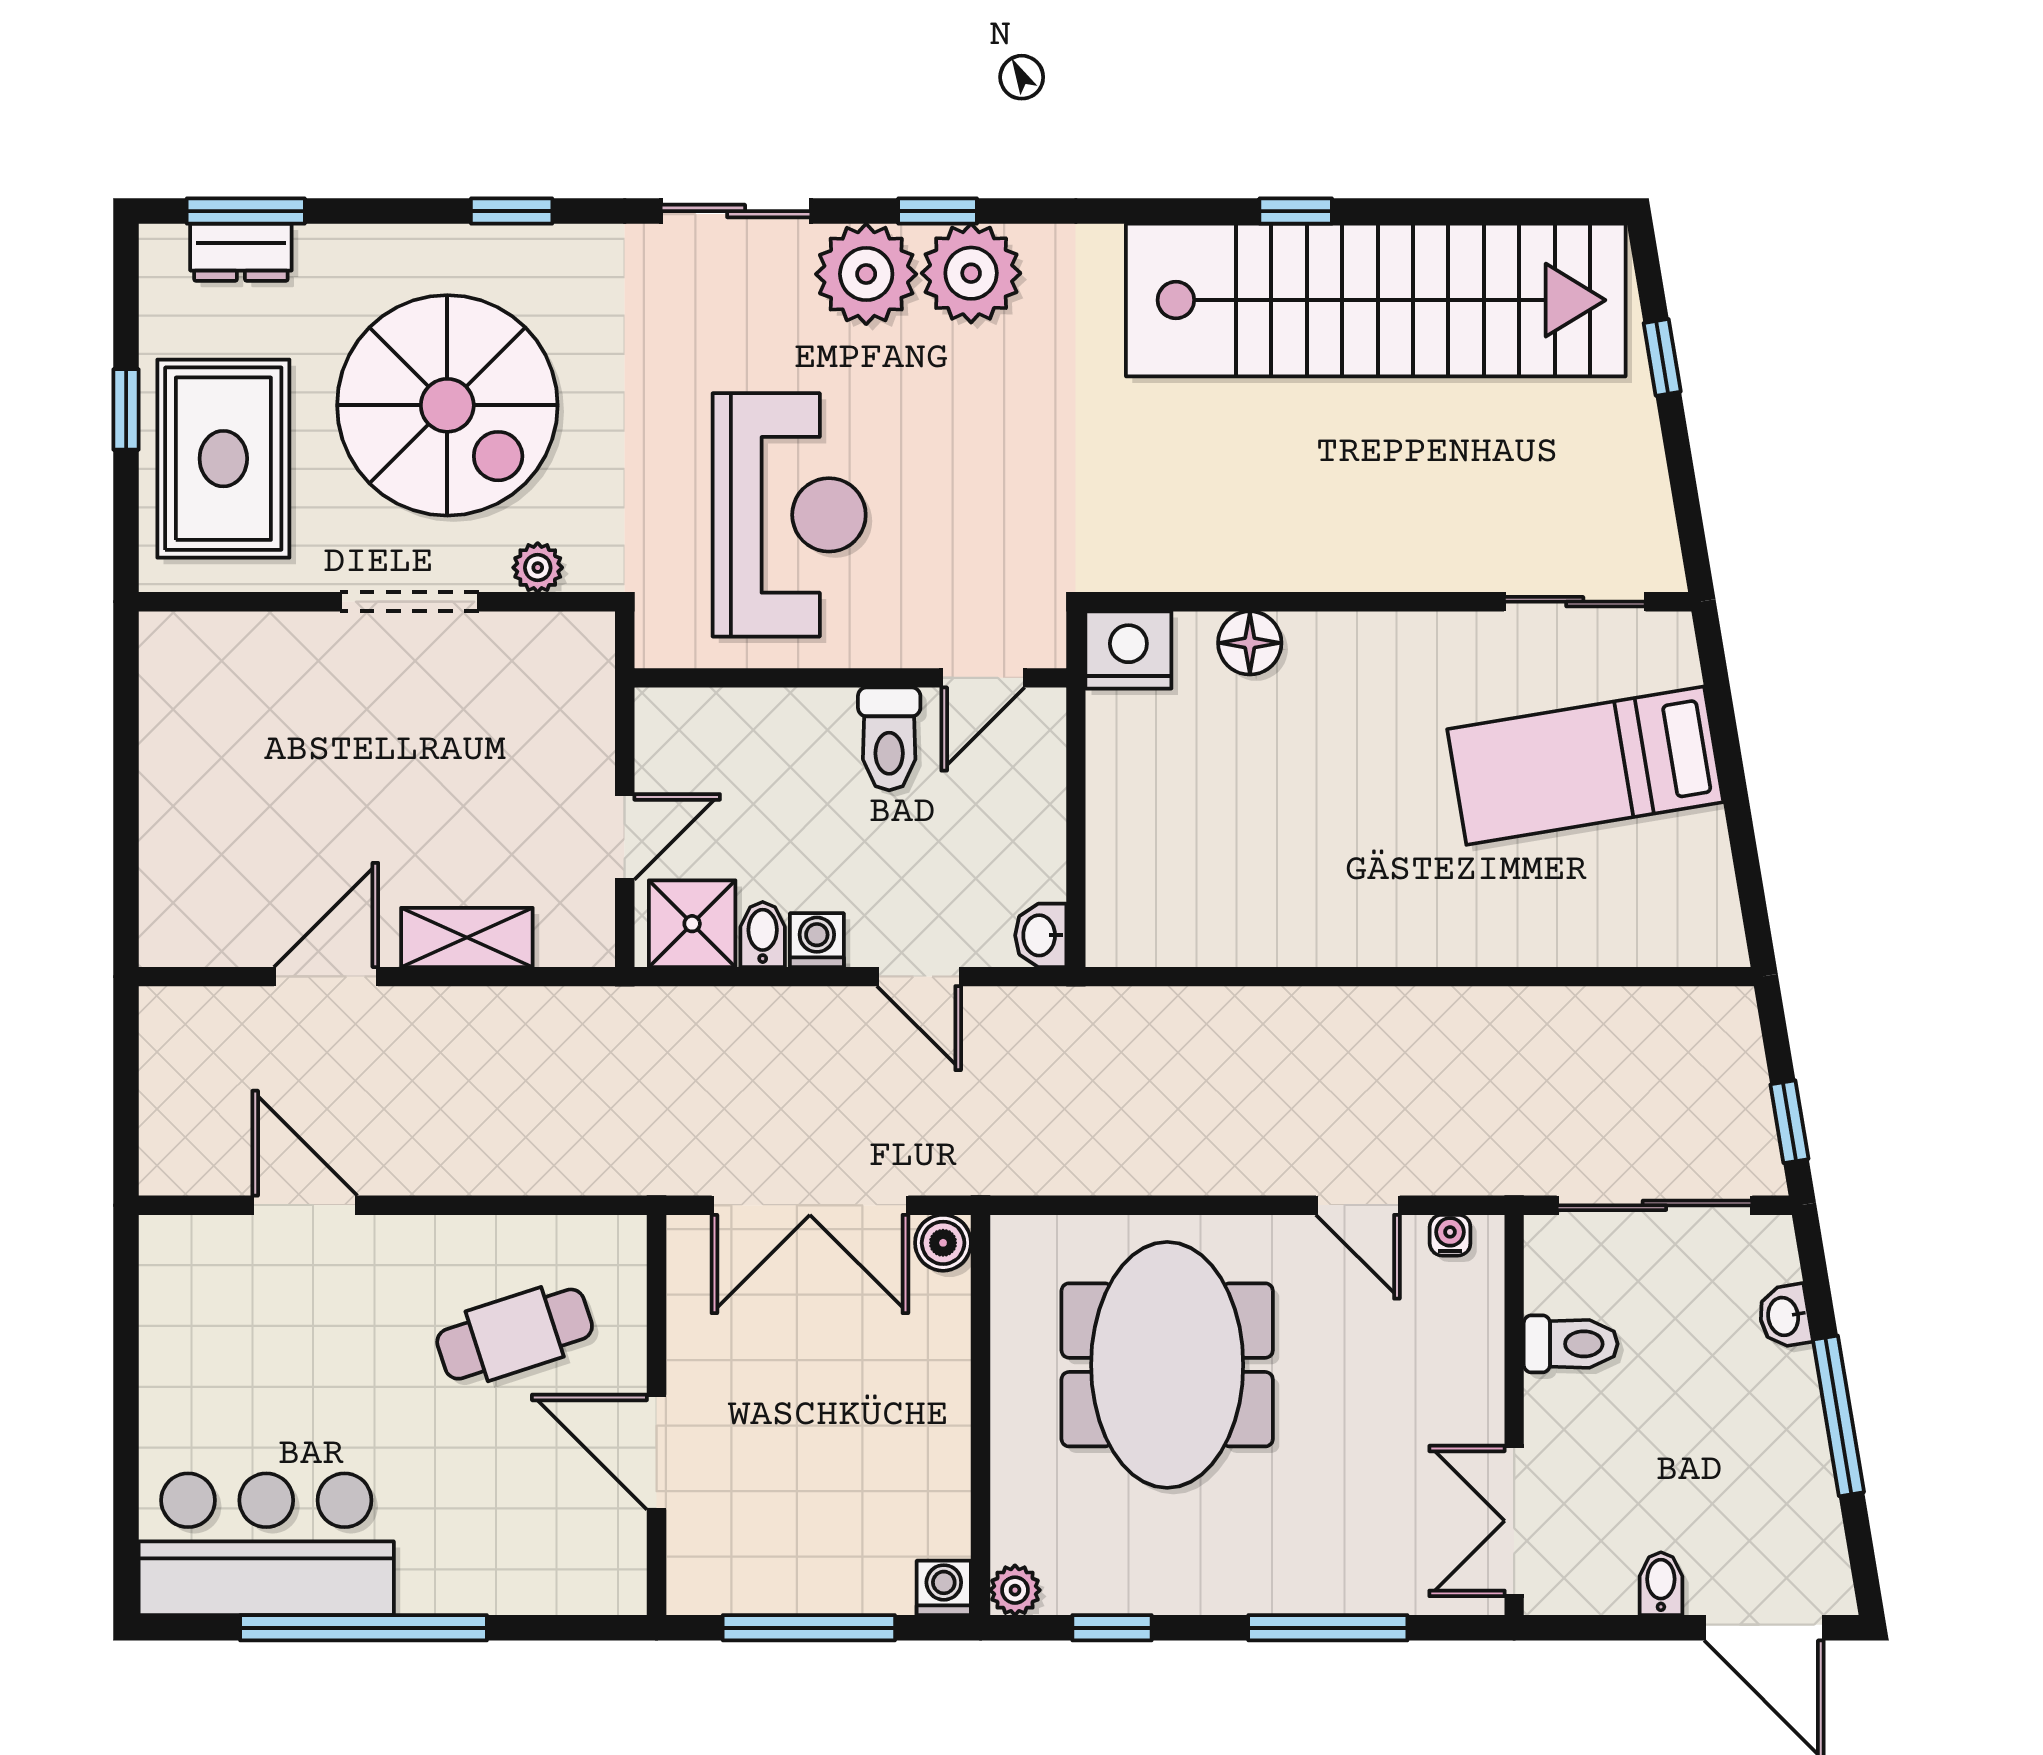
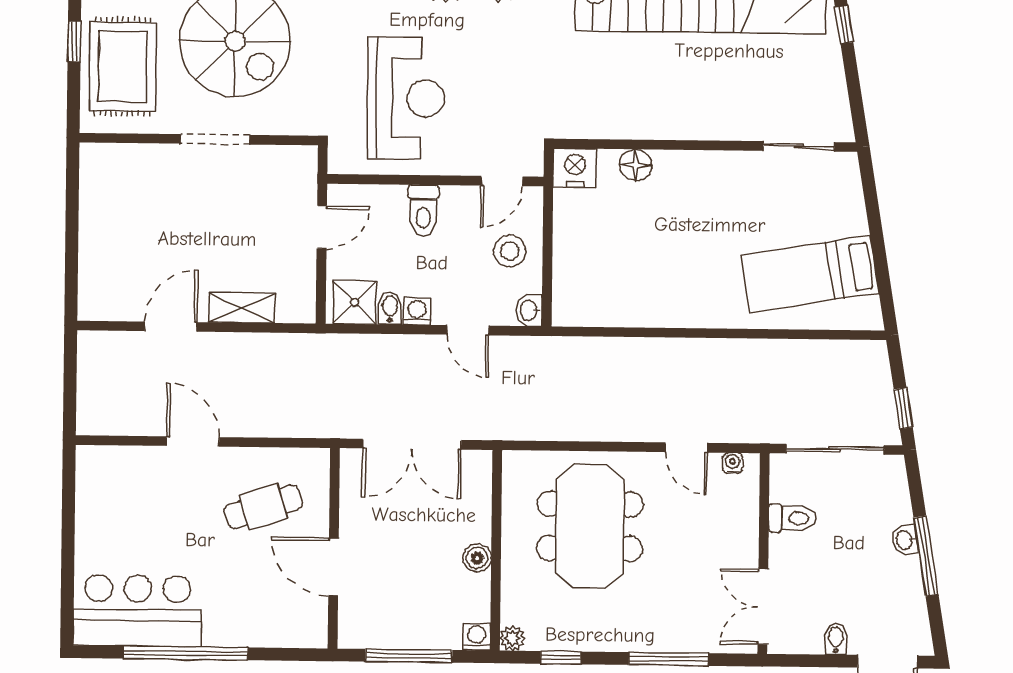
plant: (538, 568) -> (279, 123), removed
toilet: (889, 739) -> (423, 211), moved
bed: (1585, 766) -> (810, 274), moved
stool: (1000, 817) -> (510, 251), added
door: (625, 837) -> (322, 227), moved
door: (305, 1205) -> (193, 441), moved
boiler: (943, 1243) -> (477, 558), moved
washbasin: (1785, 1316) -> (905, 540), moved

